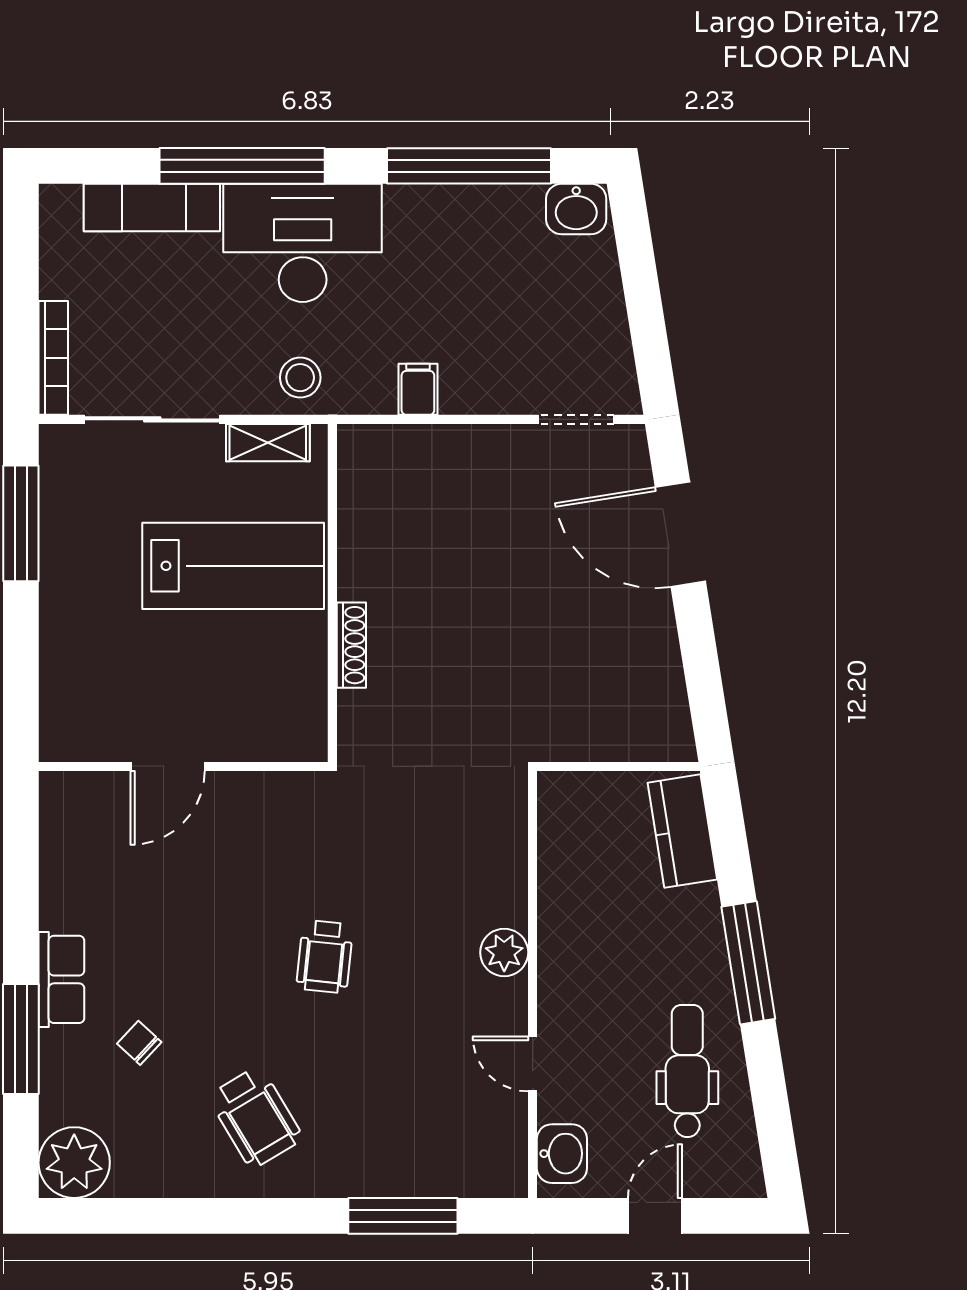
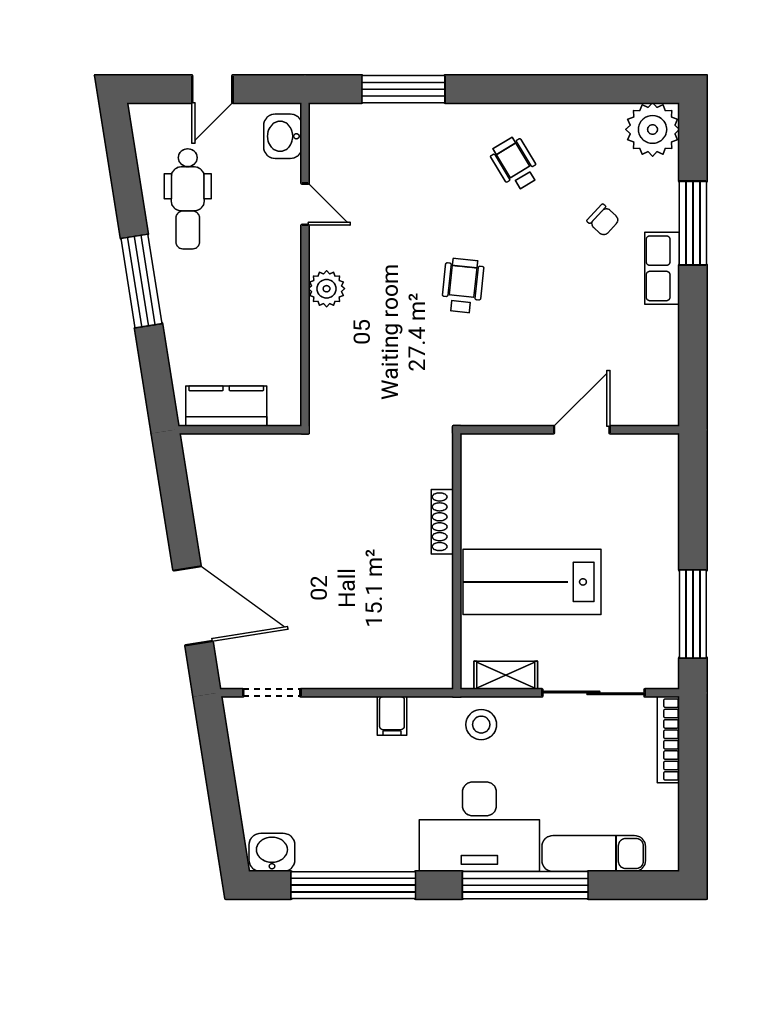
kitchen counter: (682, 831) -> (226, 406), moved, turned -81
wheelchair: (256, 1117) -> (515, 164), width x0.73, depth x0.73

